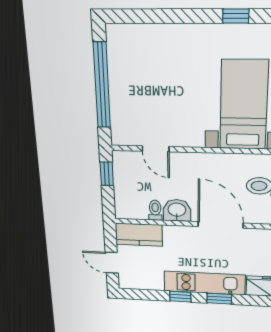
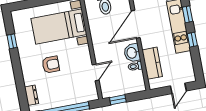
dresser: (135, 33) -> (31, 95), added
armchair: (182, 78) -> (51, 65), added
kitchen counter: (139, 235) -> (152, 63), moved

